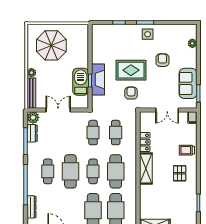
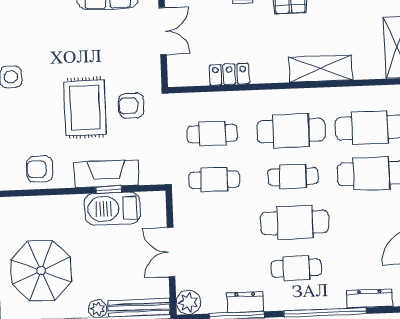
armchair: (162, 60) -> (40, 169), moved
dresser: (32, 133) -> (245, 302), moved
shelving: (146, 169) -> (321, 69), moved

